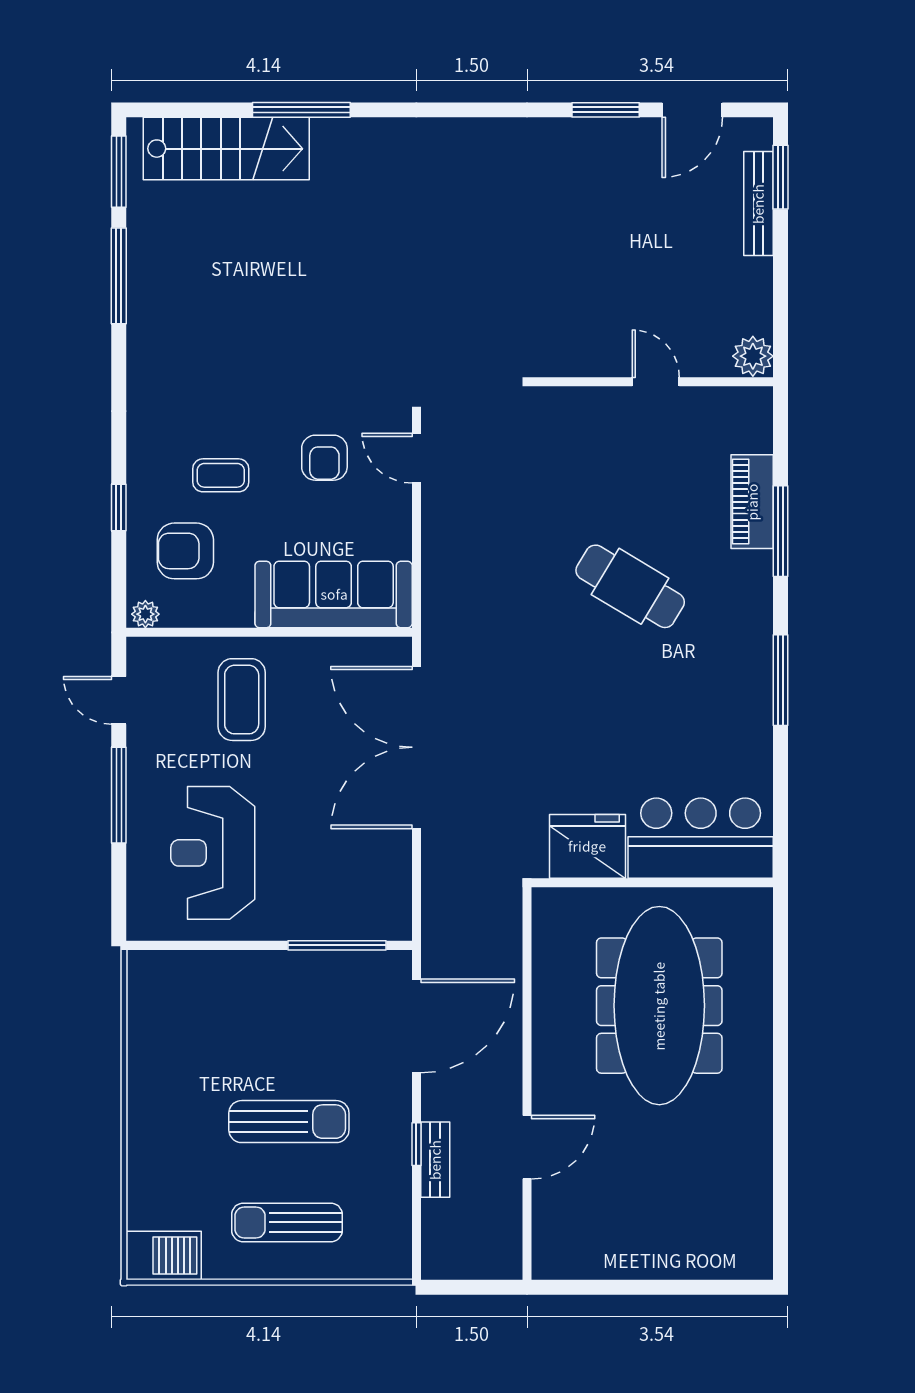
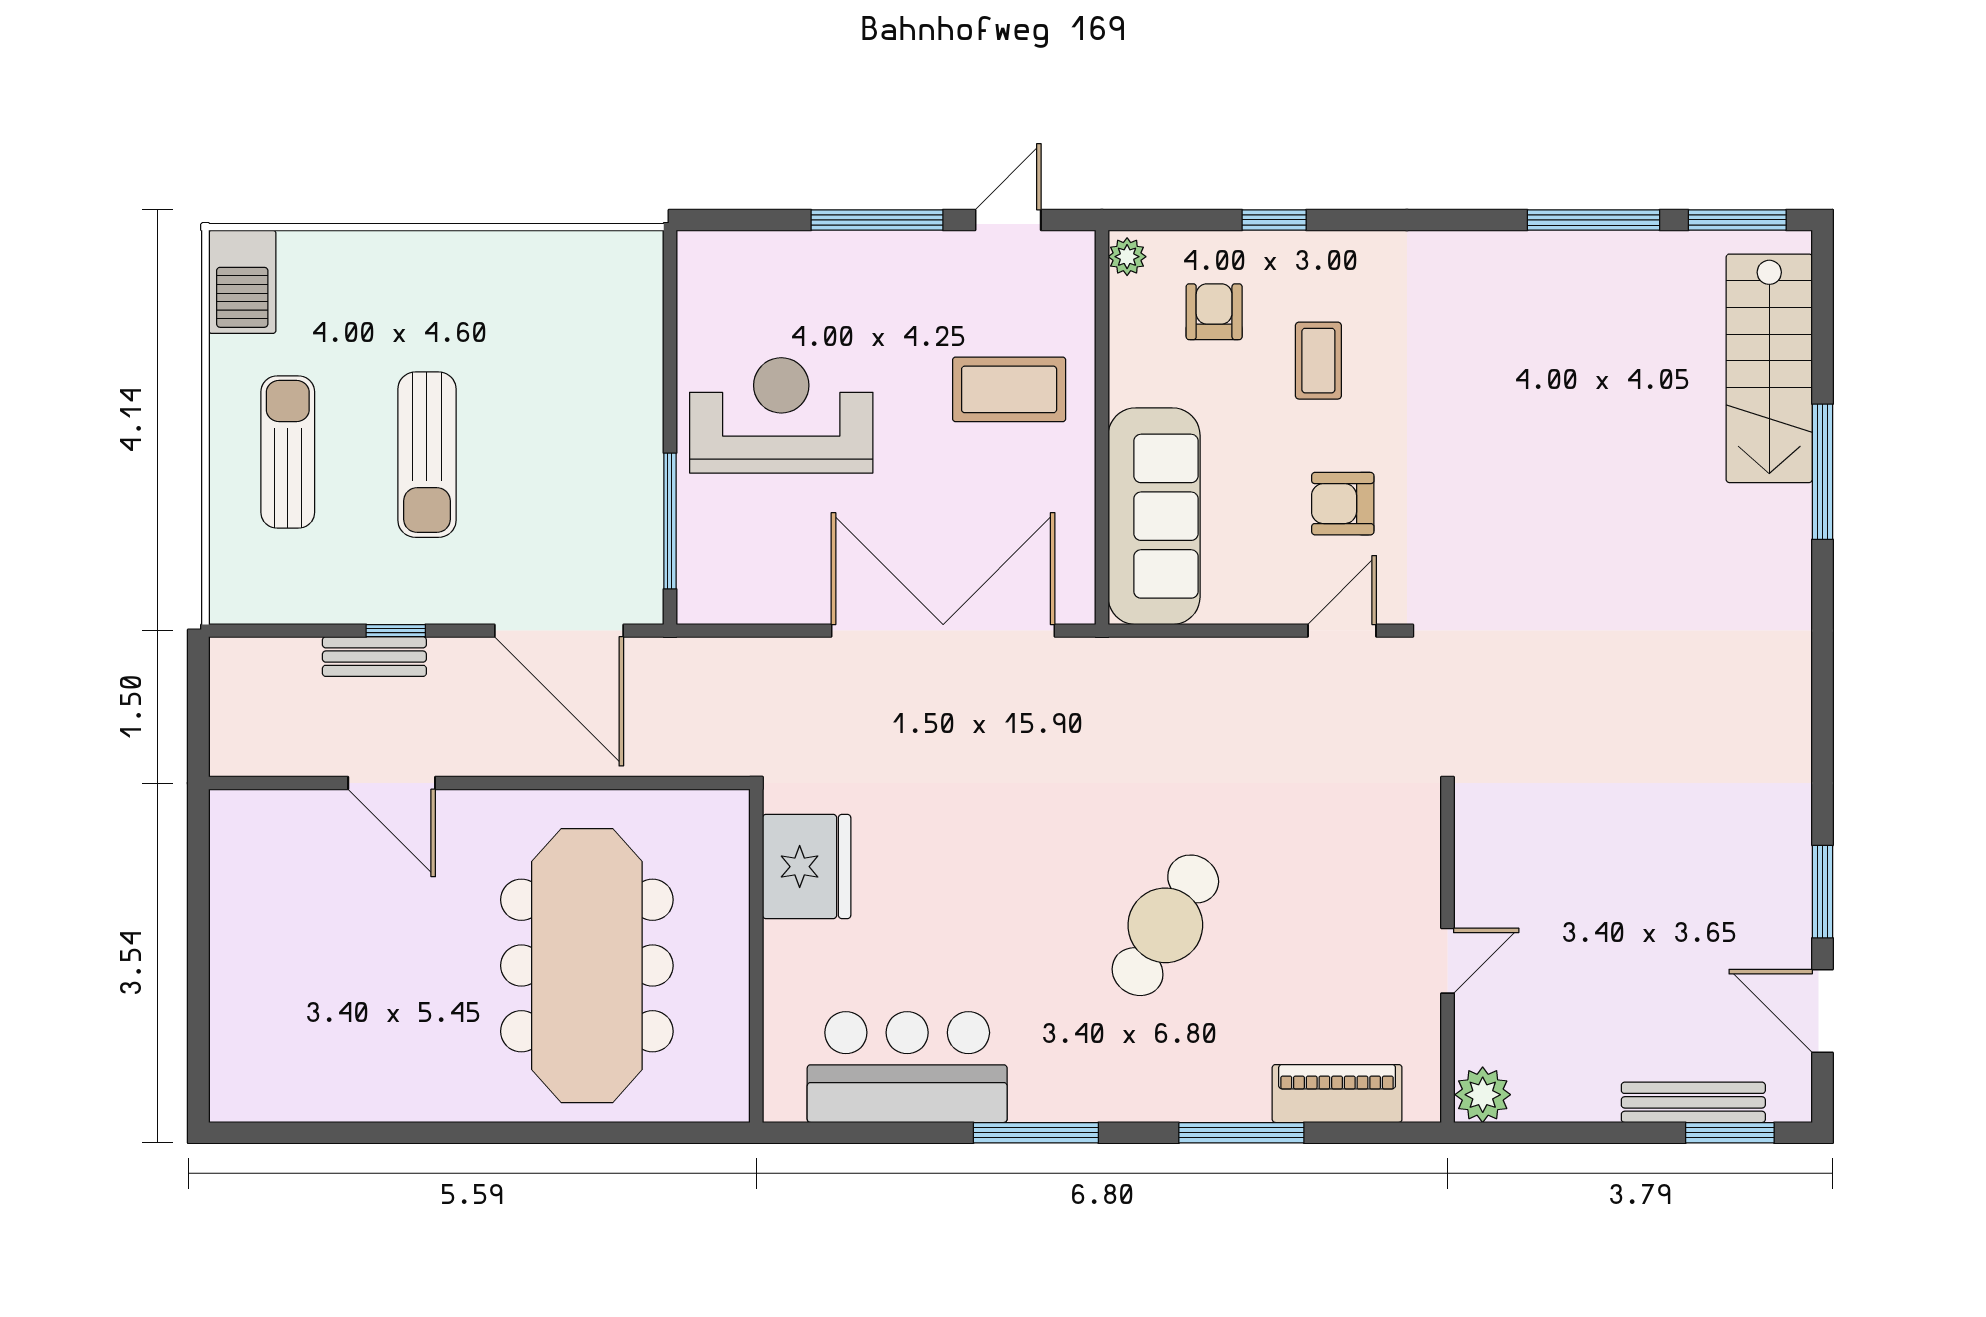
piano: (752, 502) -> (1337, 1094), moved
armchair: (185, 551) -> (1214, 312), width x0.72, depth x0.72
bar counter: (701, 838) -> (907, 1067), moved, turned -90
reception desk: (213, 853) -> (781, 415), moved
meeting table: (659, 1006) -> (587, 966), turned 90

